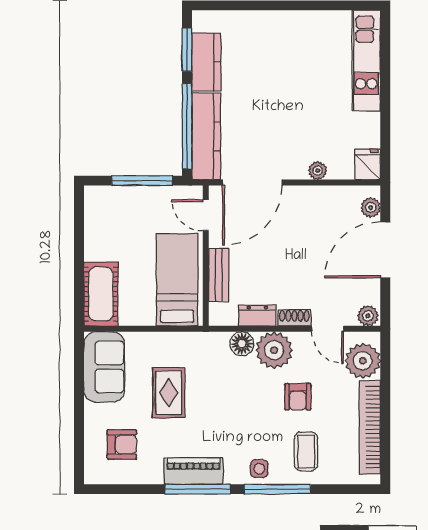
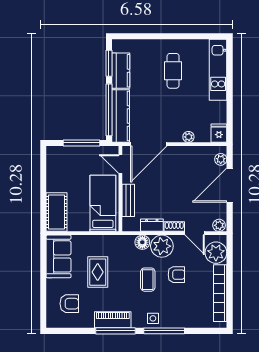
cafe table: (292, 62) -> (173, 71), added
armchair: (298, 397) -> (176, 275), turned -90
coffee table: (306, 451) -> (148, 280), moved

